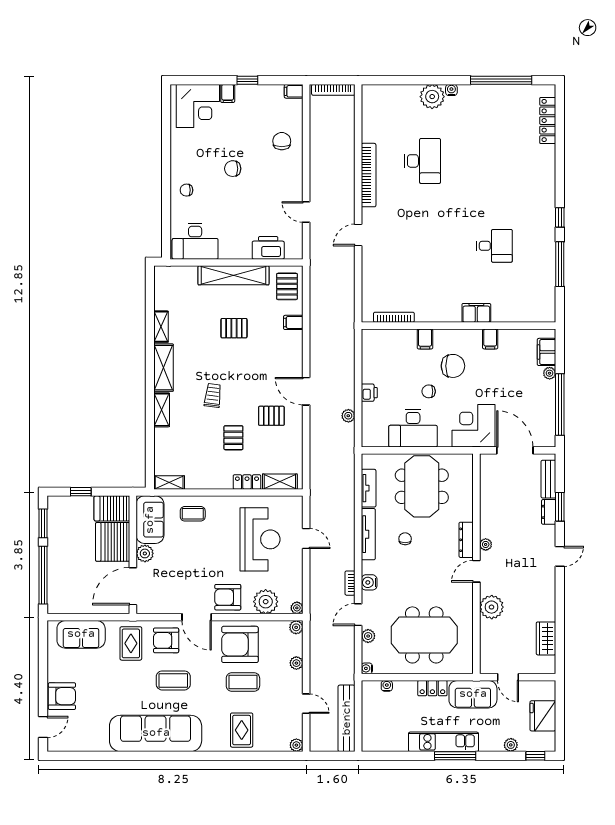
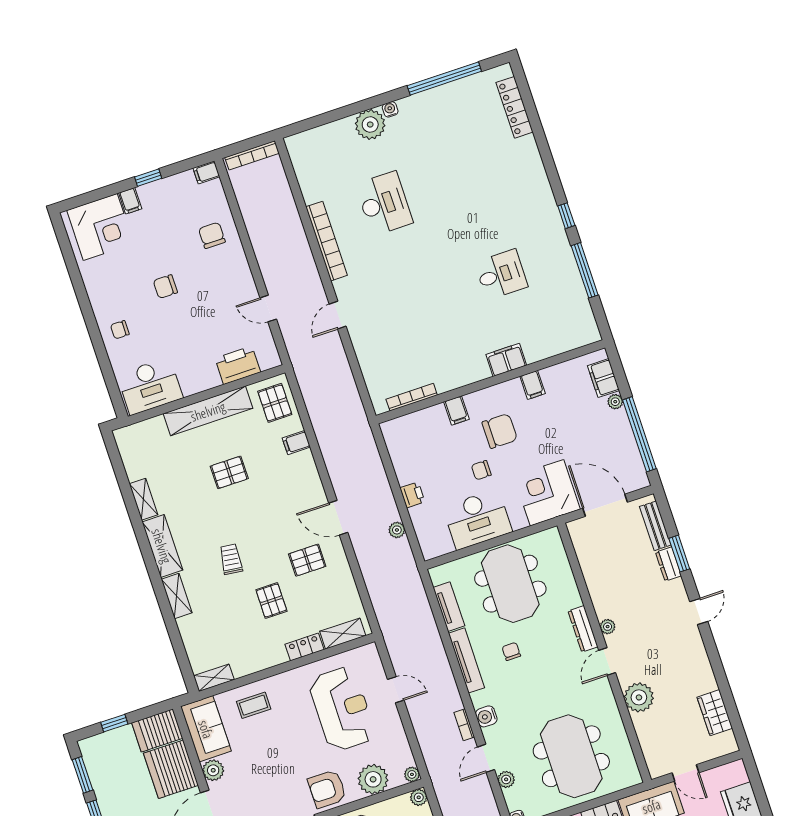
meeting table: (424, 635) -> (571, 756), turned 90

